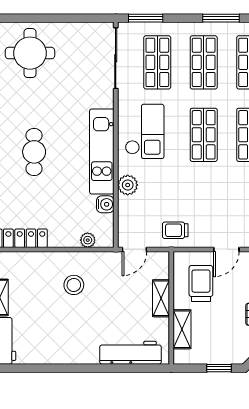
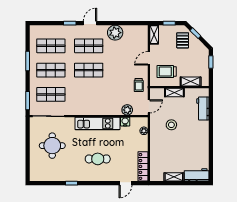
round table: (30, 53) -> (52, 146), moved
checkout: (145, 131) -> (87, 101), removed
plant: (128, 185) -> (127, 110), moved
door: (134, 250) -> (149, 106), hinge flipped
door: (226, 250) -> (149, 58), swing flipped
stool: (74, 285) -> (171, 125), moved
workbench: (130, 353) -> (203, 108), width x0.73

